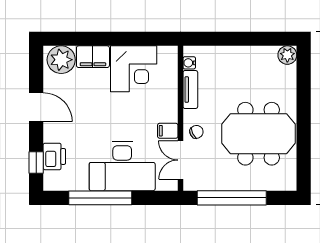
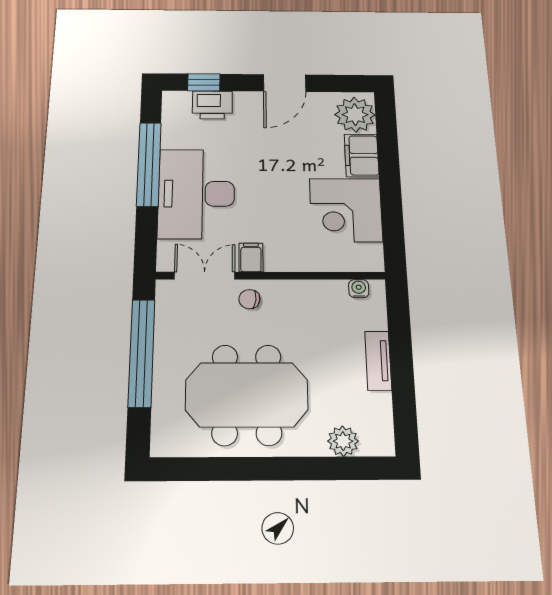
plant: (287, 55) -> (343, 441), moved
tv unit: (190, 90) -> (378, 361), moved, turned 90
chair: (196, 132) -> (249, 299), turned 122
meeting table: (259, 134) -> (247, 395), turned 90

